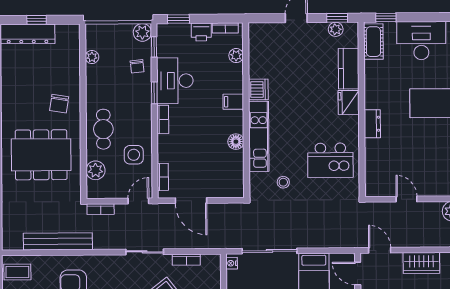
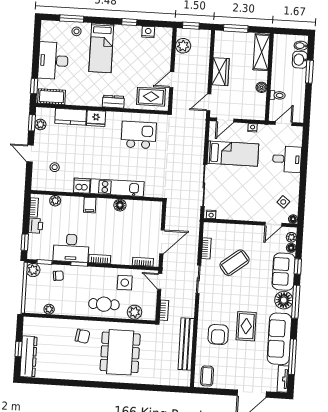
kitchen island: (330, 160) -> (139, 135), turned -90
rug: (382, 173) -> (151, 97), added
stool: (283, 182) -> (55, 167), moved

